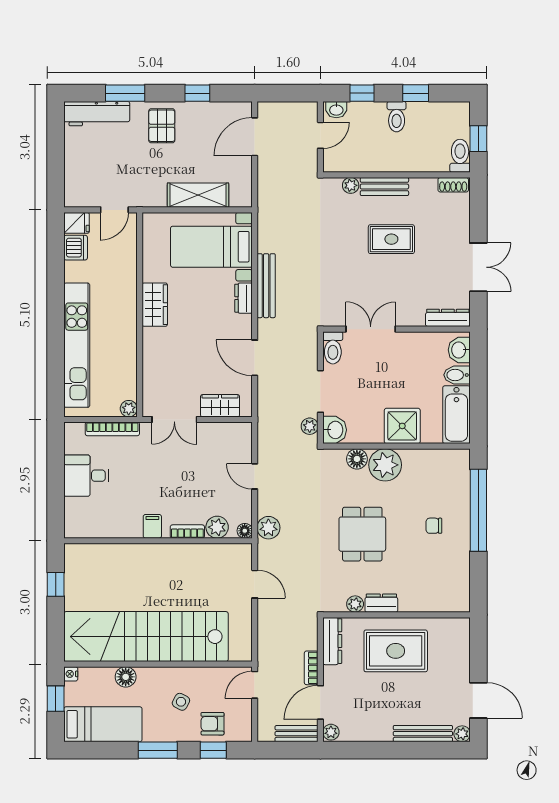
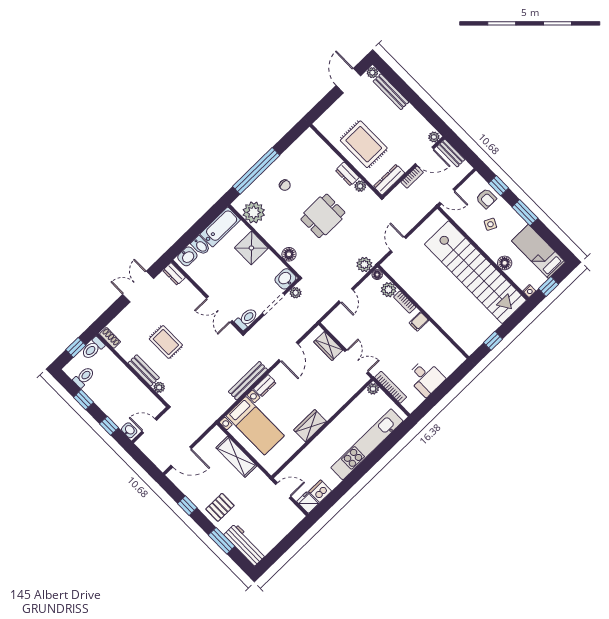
toilet: (397, 117) -> (84, 377), moved
dresser: (448, 318) -> (174, 274), width x0.70
plant: (385, 465) -> (254, 212), moved

